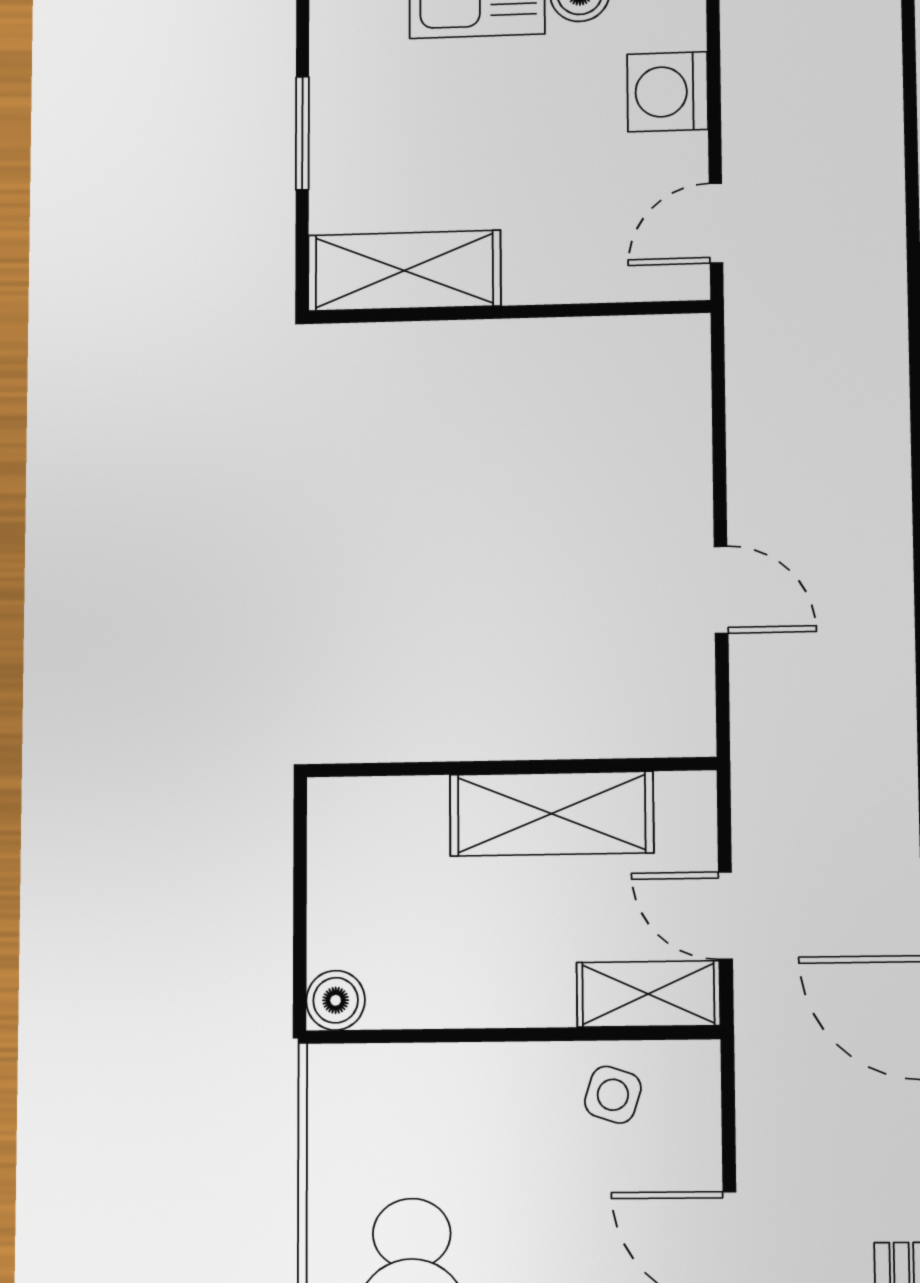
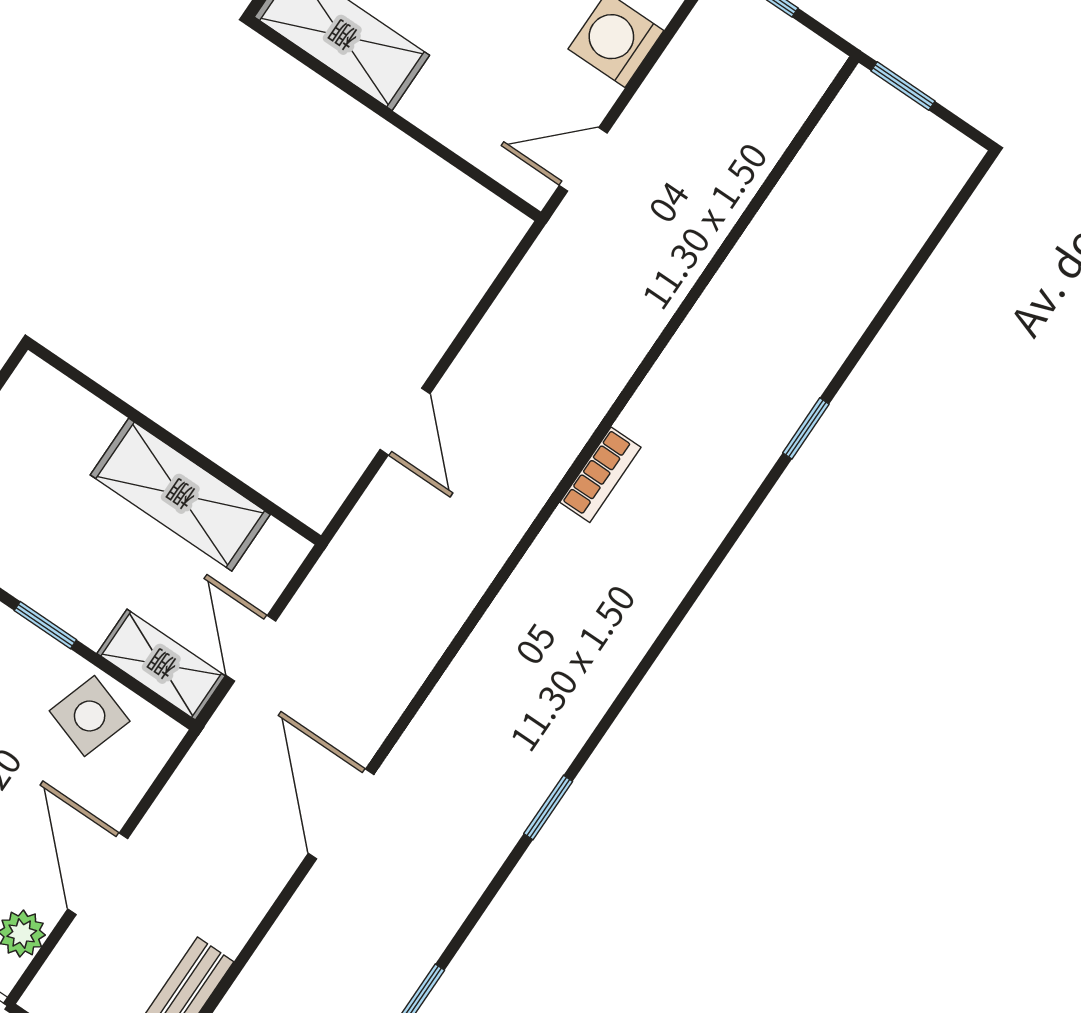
window: (507, 1035) -> (45, 625), added
side table: (613, 1095) -> (90, 716), width x1.37, depth x1.37

